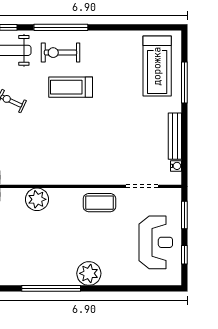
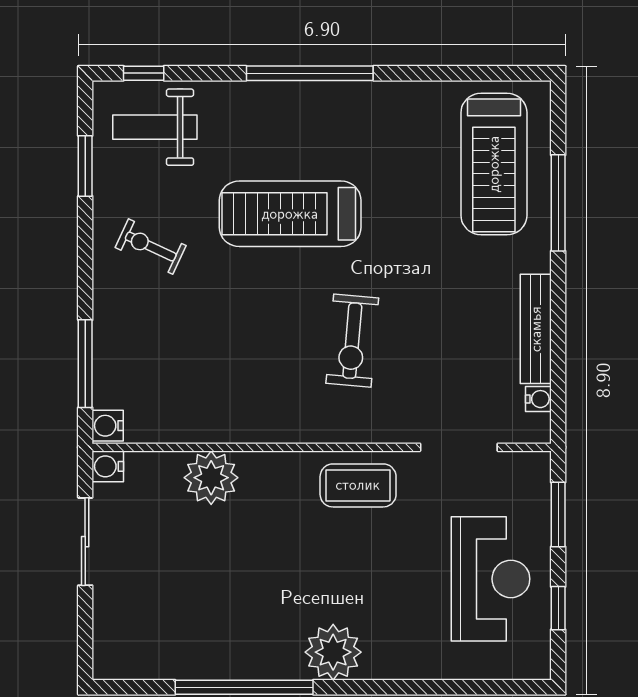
window: (61, 27) -> (310, 73), moved
exercise bike: (60, 53) -> (352, 341), moved, turned -85
treadmill: (71, 87) -> (290, 214), width x1.37, depth x1.38

